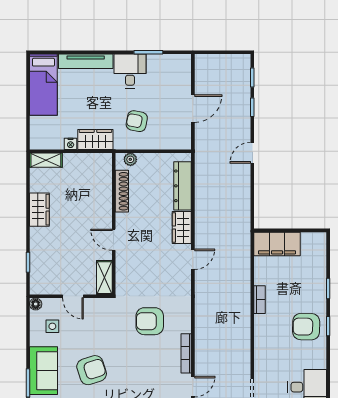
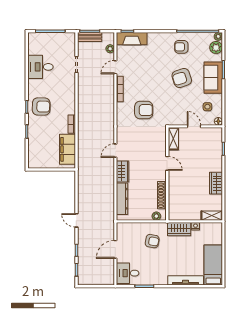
desk: (130, 71) -> (128, 273), moved, turned 90
door: (252, 153) -> (76, 220), swing flipped
filing cabinet: (277, 244) -> (68, 149), moved, turned -90

